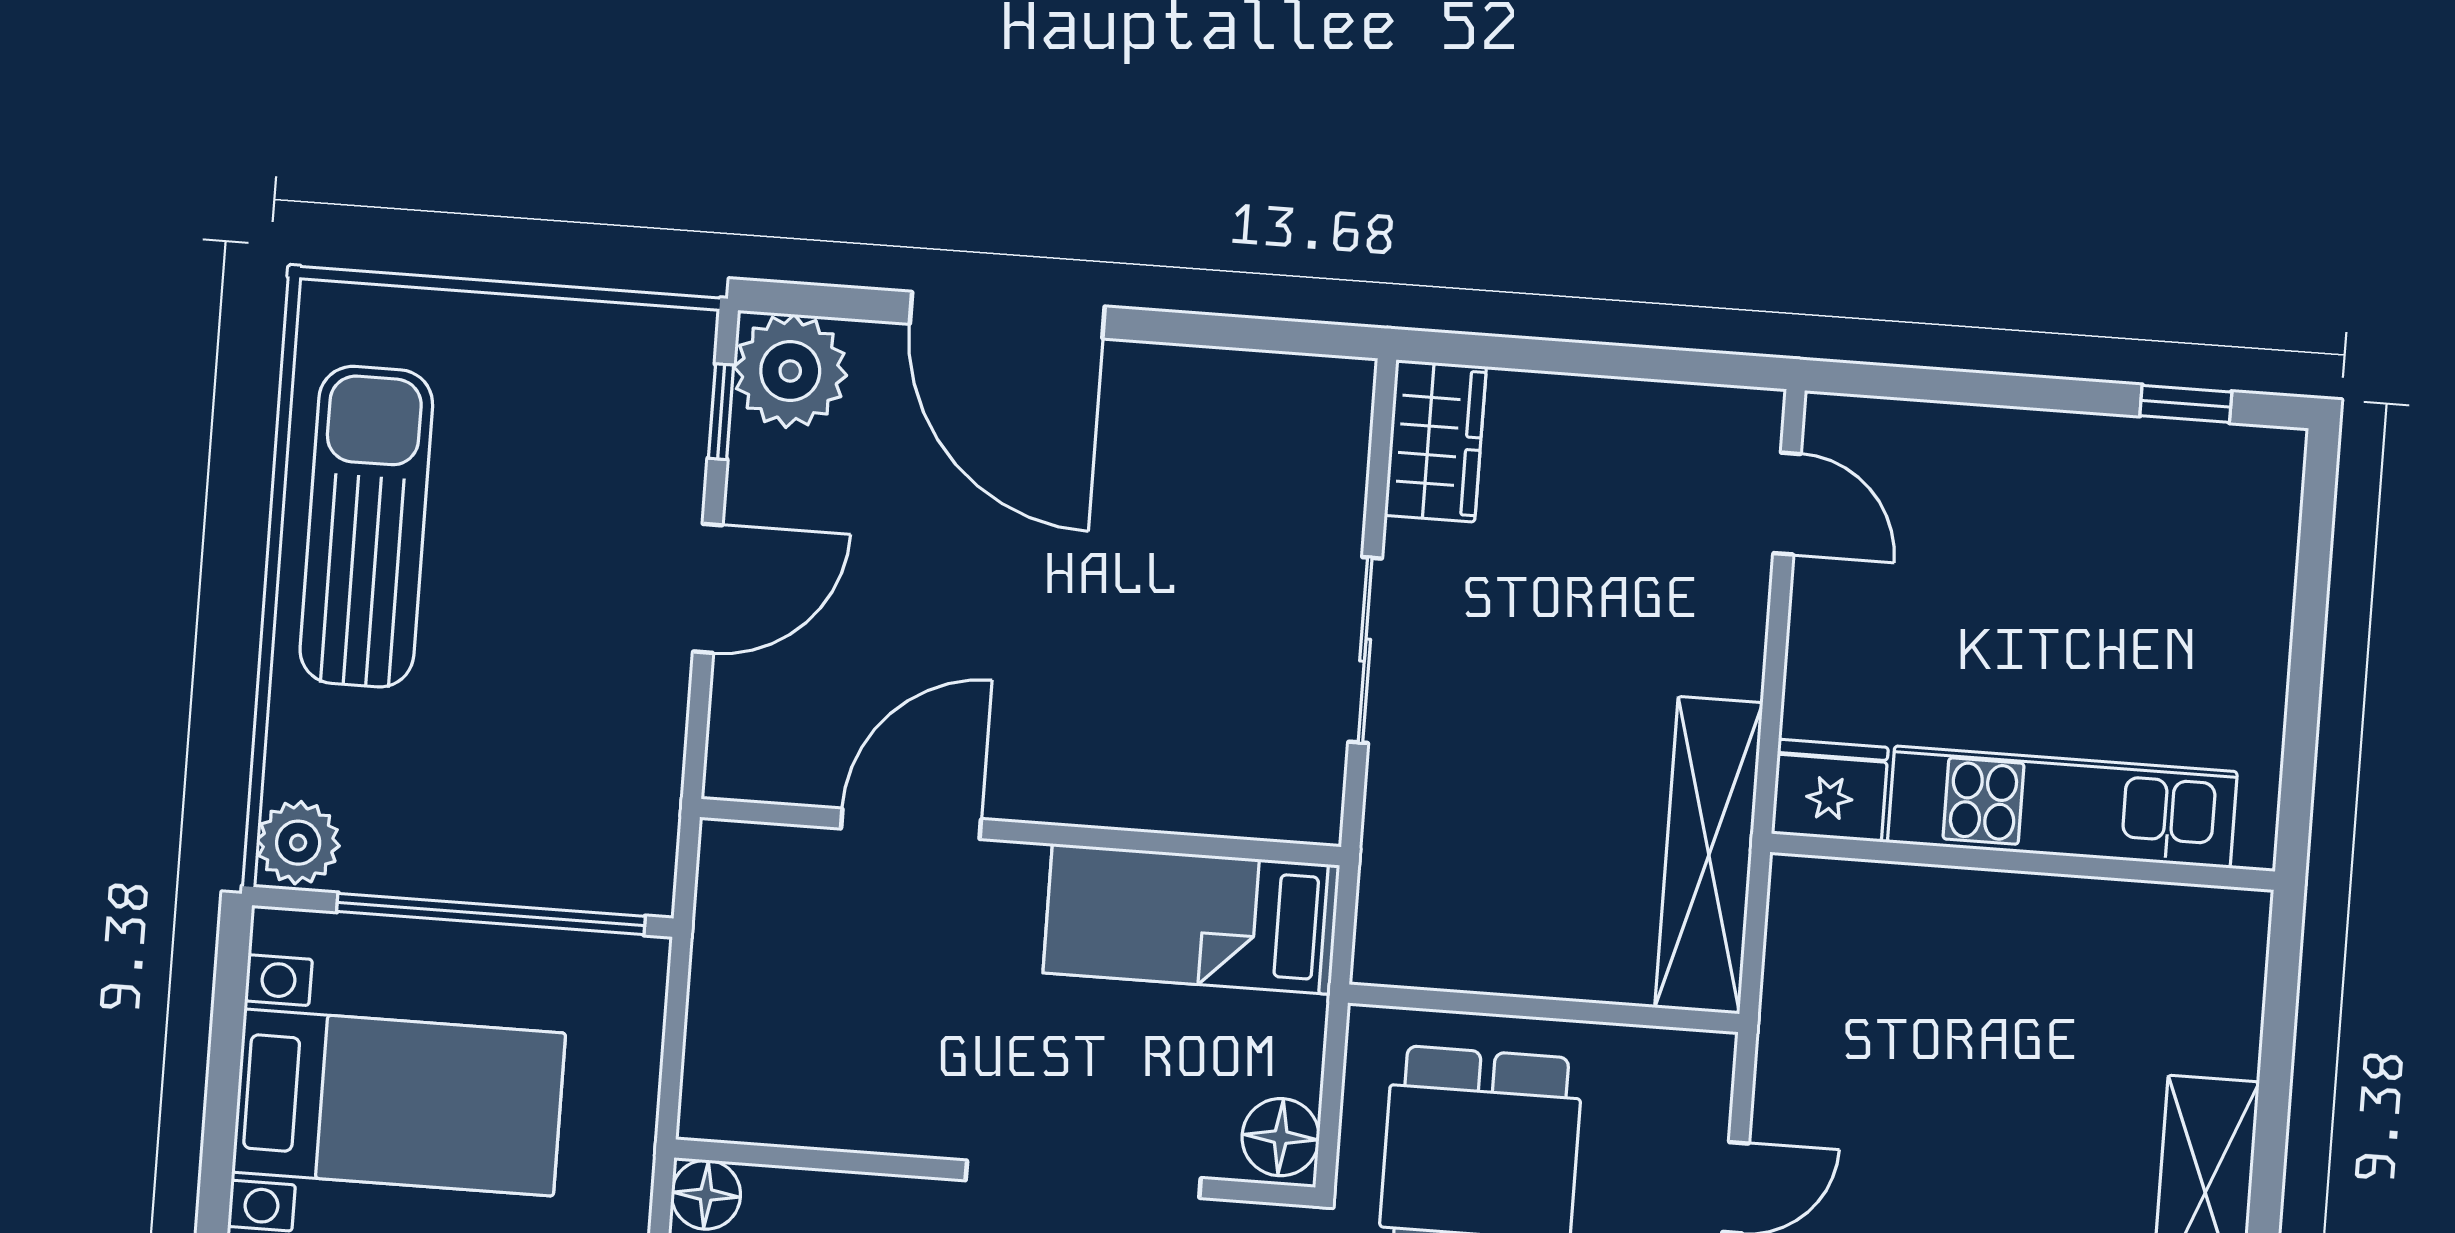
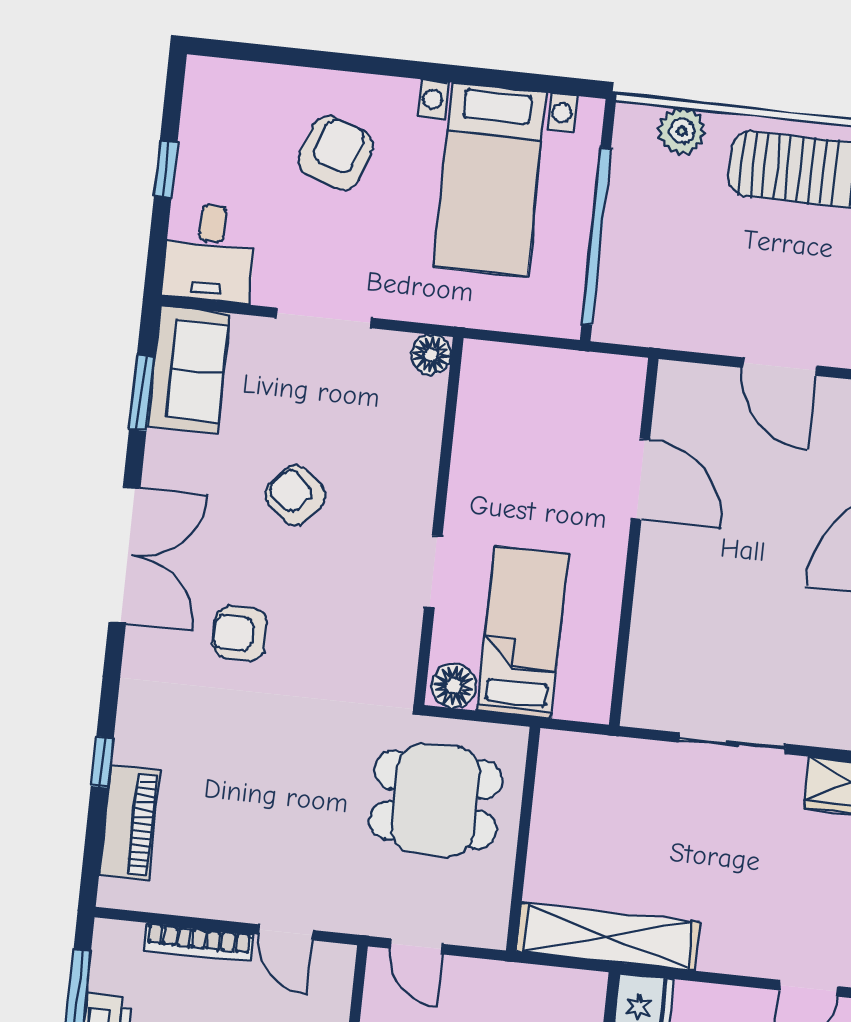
plant: (298, 843) -> (682, 131), moved
bed: (1191, 919) -> (523, 632), moved
doorway: (1083, 1179) -> (433, 572), width x0.53

